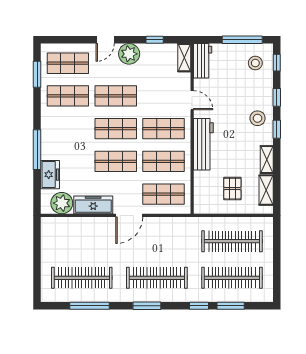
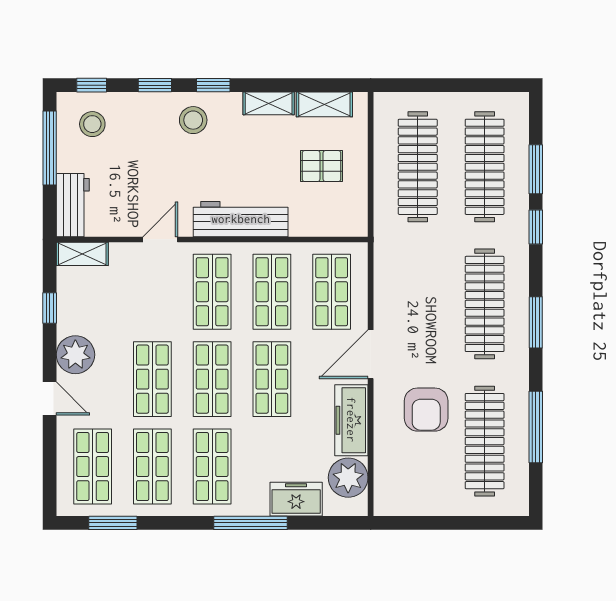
workbench: (203, 61) -> (73, 205), moved, turned 90
shop shelf: (68, 129) -> (212, 467), added
door: (129, 215) -> (371, 354), swing flipped
armchair: (99, 246) -> (426, 410), added

